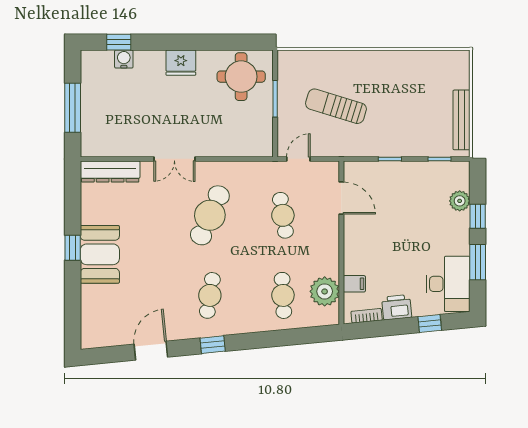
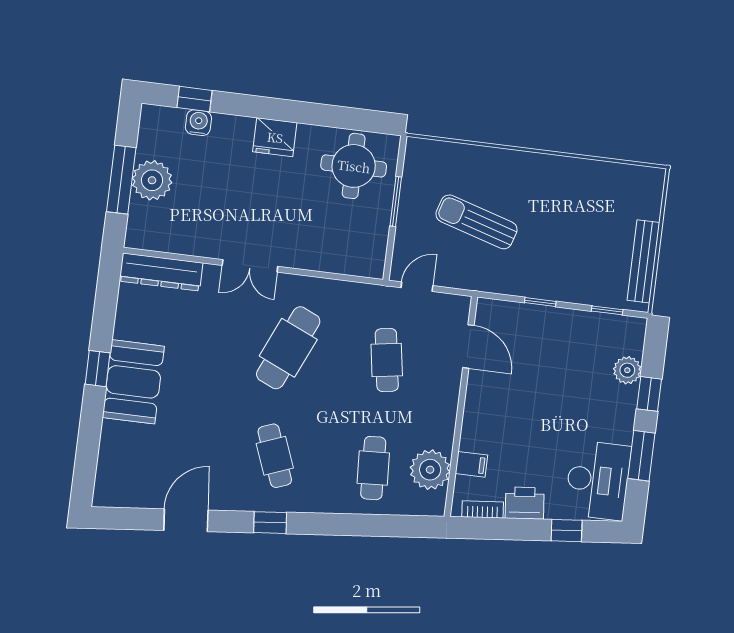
plant: (95, 105) -> (152, 180), added
cafe table: (210, 295) -> (275, 456), turned -30

